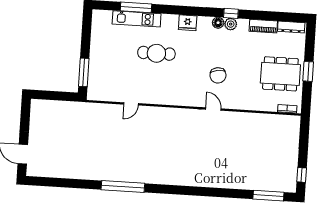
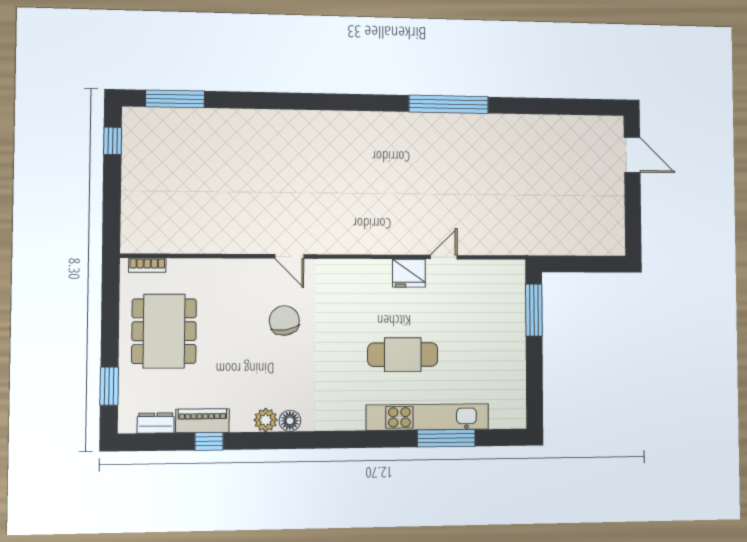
window: (231, 13) -> (209, 441), moved
kitchen unit: (137, 19) -> (428, 417), width x1.36
fridge: (188, 23) -> (409, 273), moved, turned 180
dresser: (291, 27) -> (156, 423), width x0.70
window: (308, 71) -> (109, 386), moved
dining table: (280, 74) -> (164, 331), turned 90

